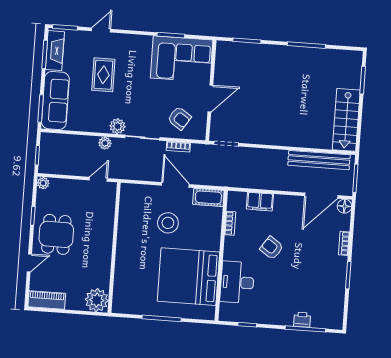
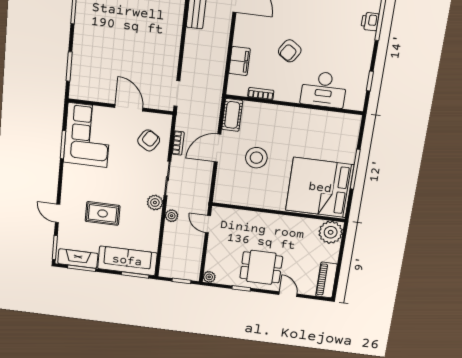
bed: (189, 277) -> (320, 188), moved, turned 90

